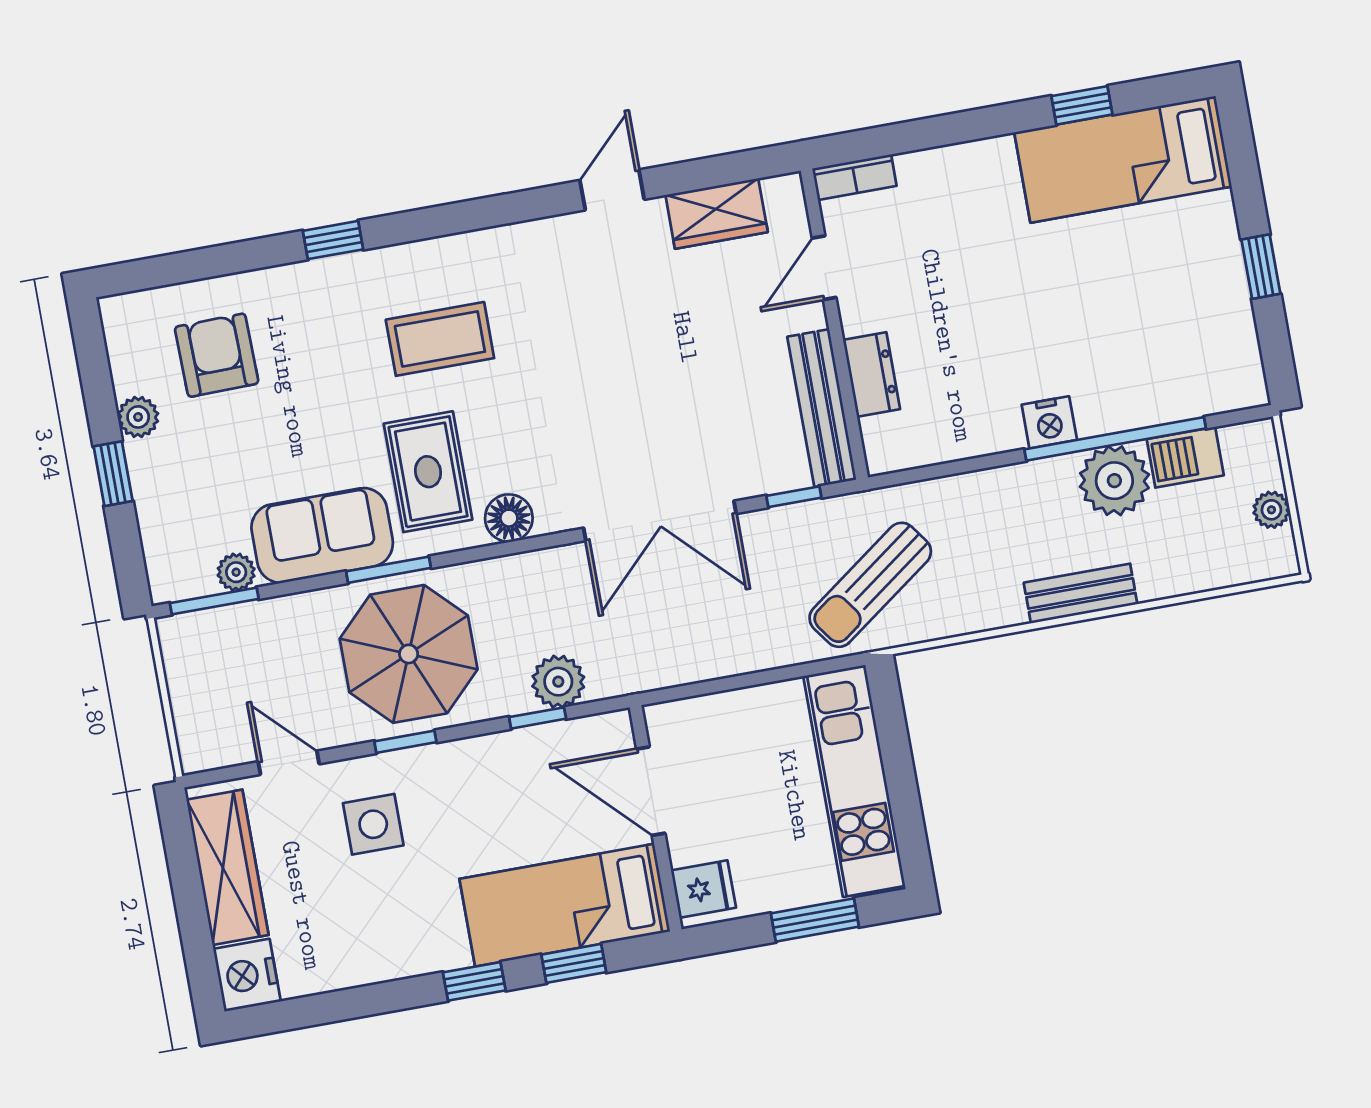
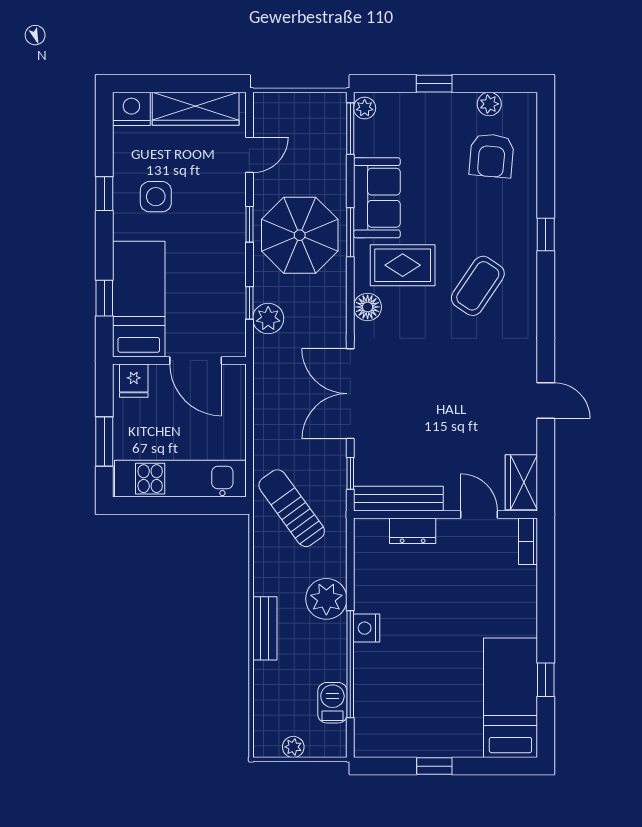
wardrobe: (717, 213) -> (521, 482), moved
coffee table: (440, 339) -> (478, 286), turned 34
armchair: (217, 355) -> (492, 156), turned 96
plant: (138, 417) -> (489, 104), moved
plant: (1114, 481) -> (326, 599), moved
plant: (236, 572) -> (365, 108), moved
door: (651, 791) -> (196, 360), swing flipped
side table: (373, 824) -> (156, 197), moved
window: (474, 981) -> (104, 194), moved

